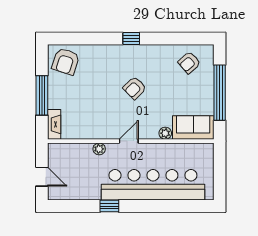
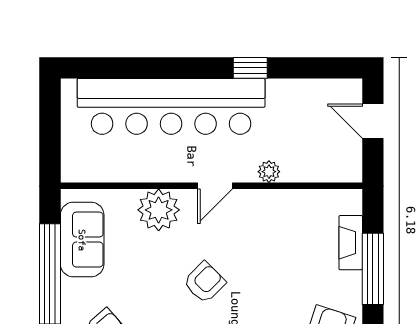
fireplace: (54, 124) -> (351, 243), moved
sofa: (193, 127) -> (82, 240), moved, turned -90
plant: (165, 133) -> (159, 210), width x1.88, depth x1.88

